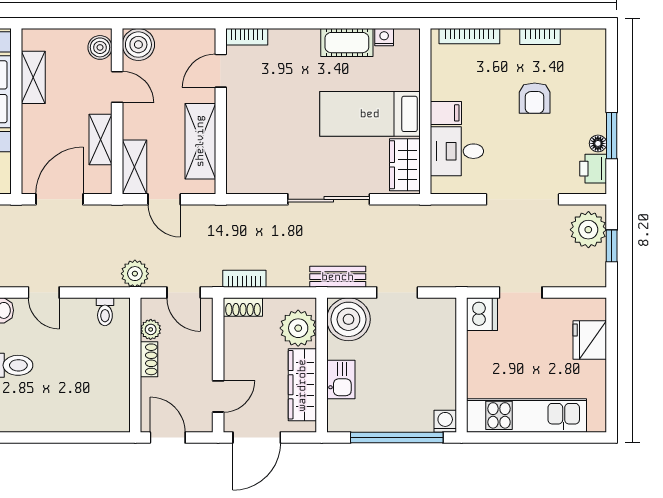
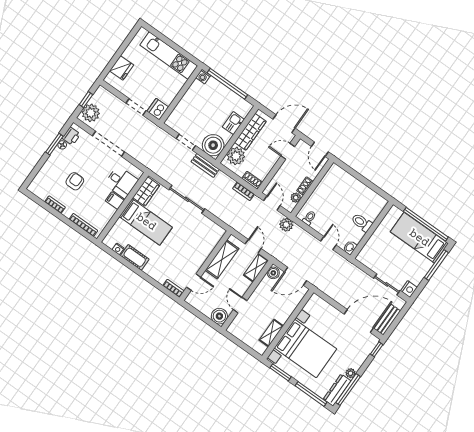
boiler: (100, 47) -> (273, 273), moved
shelving: (101, 139) -> (262, 289), removed

